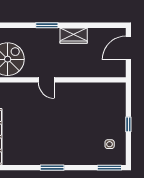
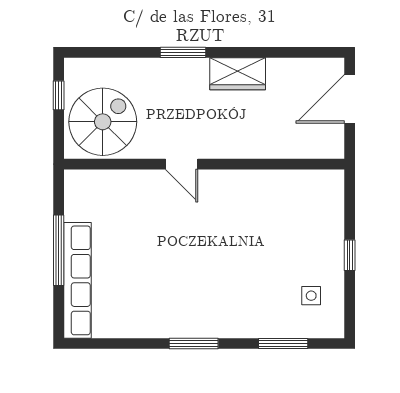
window: (109, 168) -> (283, 344), moved

